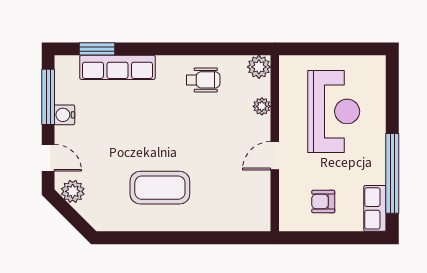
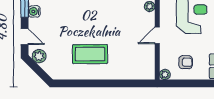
armchair: (323, 202) -> (186, 62), turned 180
plant: (288, 223) -> (165, 74), added

